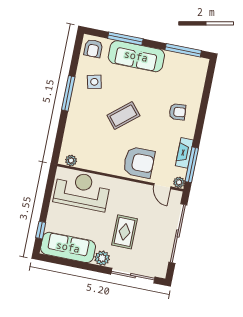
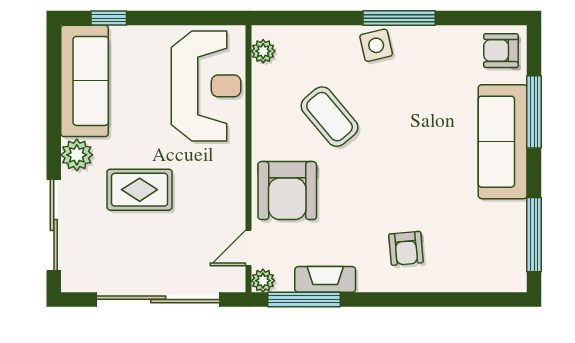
side table: (94, 82) -> (376, 45), moved
coffee table: (123, 116) -> (329, 117), moved

